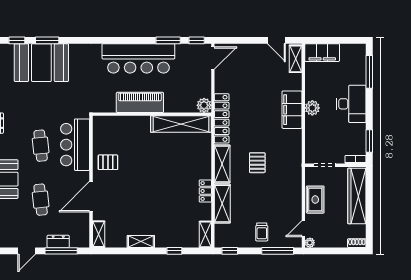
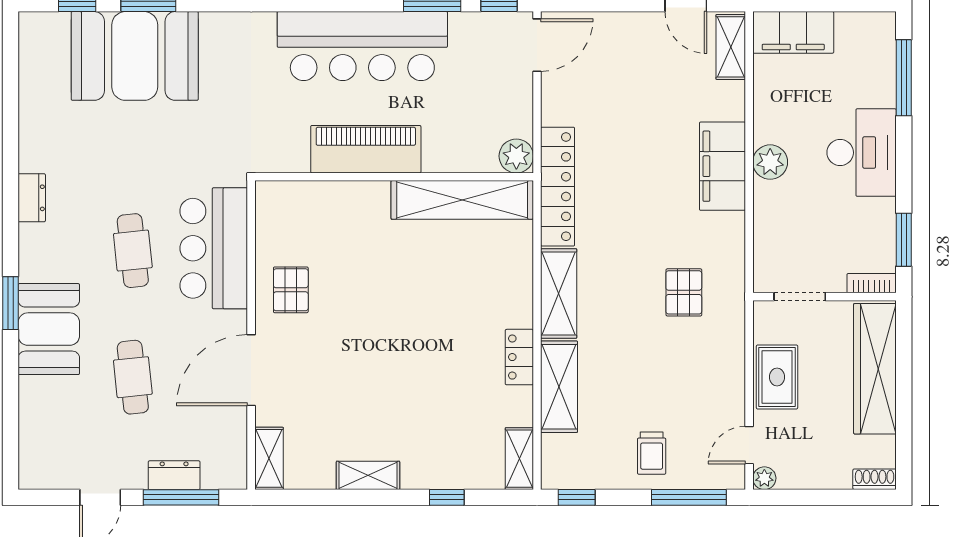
pallet: (108, 162) -> (291, 290), turned 90
pallet: (257, 163) -> (684, 292), moved

